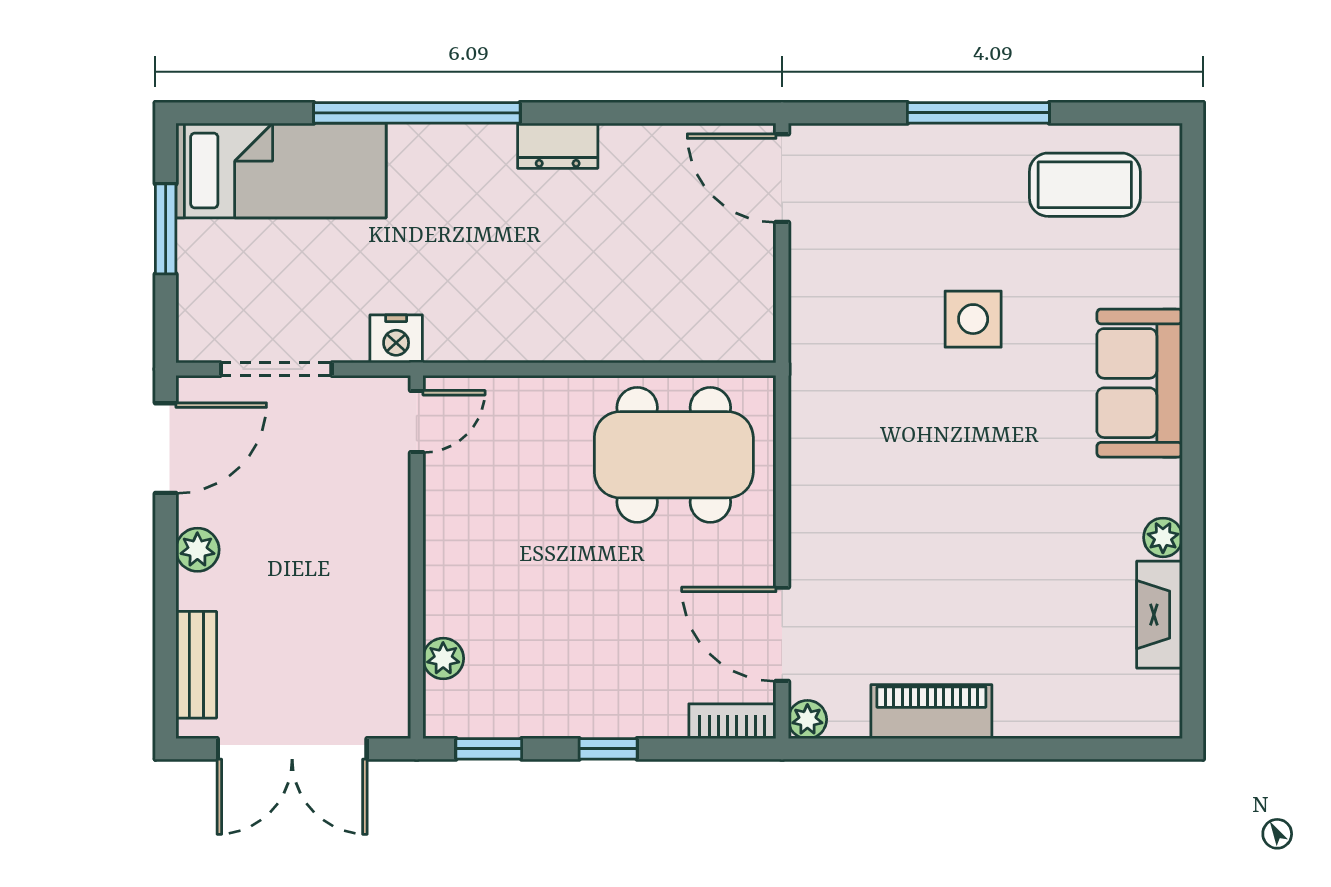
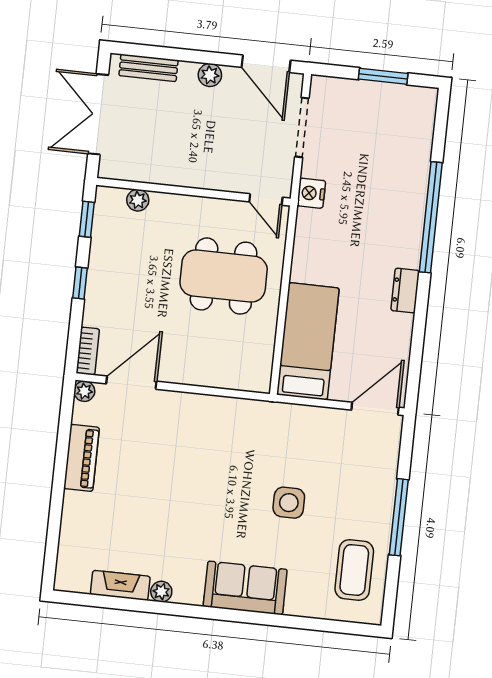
bed: (281, 170) -> (308, 341), moved, turned 180
dining table: (674, 455) -> (224, 276), moved, turned 90

